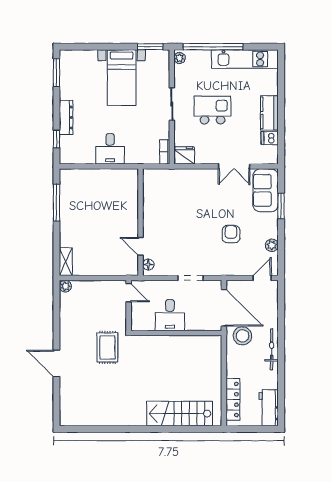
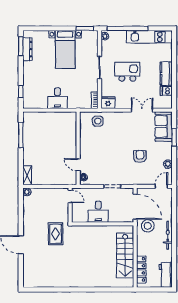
dresser: (66, 117) -> (27, 49), moved
double door: (234, 166) -> (142, 110), swing flipped
side table: (169, 182) -> (98, 121), added
stairs: (180, 414) -> (125, 256), moved, turned -90

